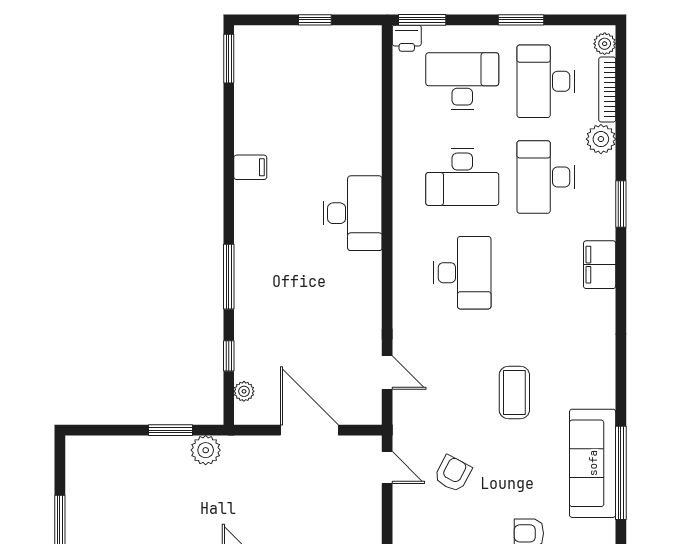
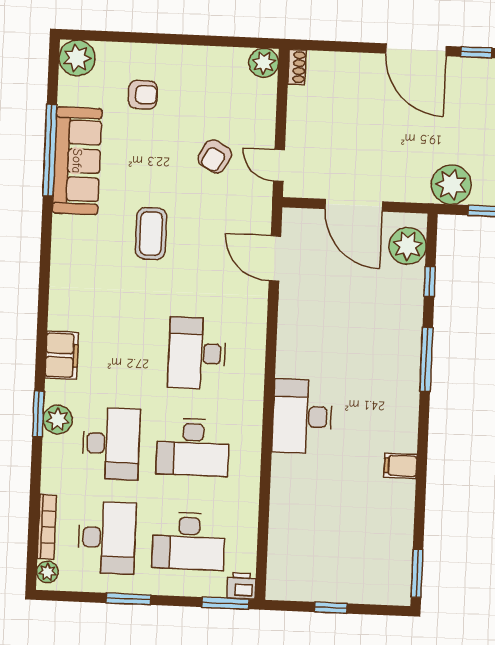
plant: (601, 139) -> (58, 420), moved
desk: (462, 177) -> (193, 447), turned 180
door: (387, 373) -> (275, 258), width x1.38
plant: (244, 391) -> (408, 246), width x1.88, depth x1.88
plant: (206, 450) -> (451, 185), width x1.36, depth x1.36

